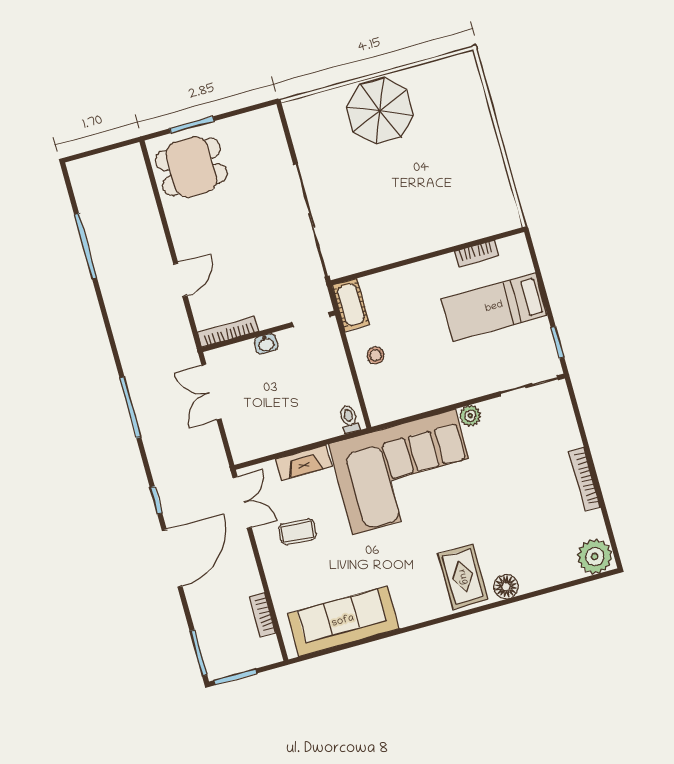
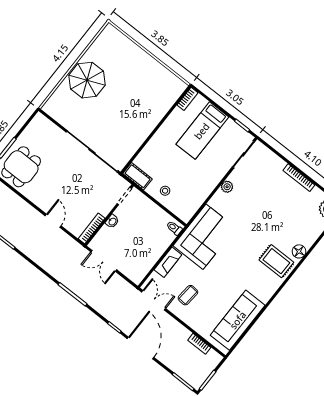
bookcase: (477, 254) -> (187, 99), moved
corner sofa: (404, 472) -> (205, 237), width x0.73, depth x0.74

